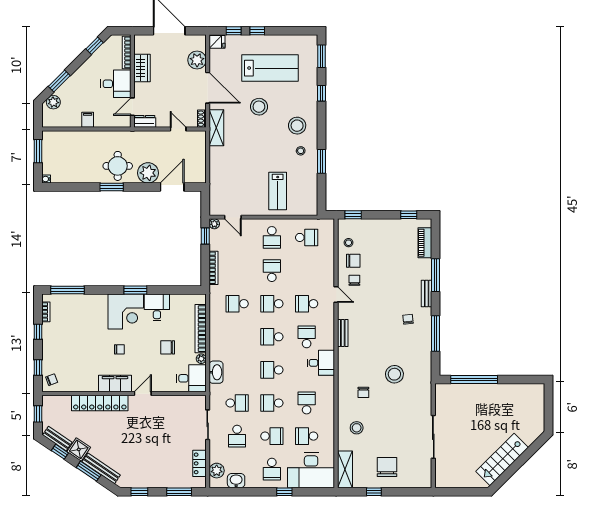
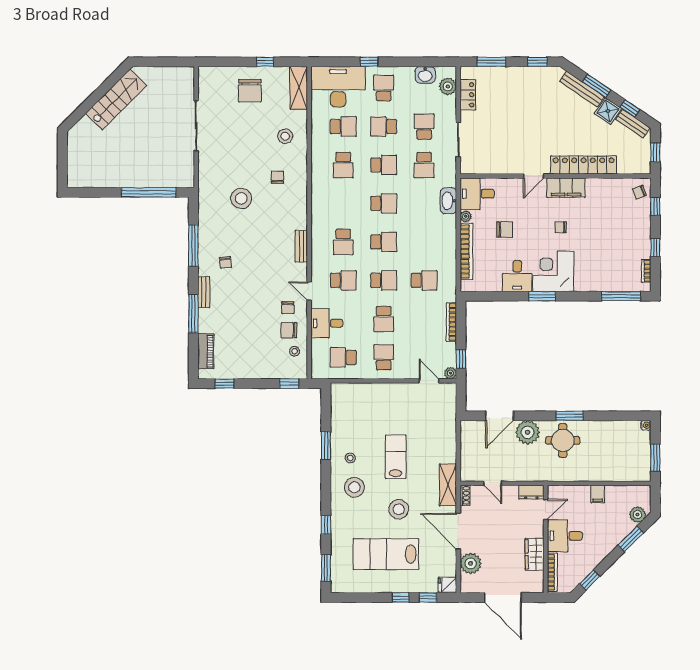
lab bench: (278, 191) -> (396, 457), moved
desk: (321, 363) -> (327, 323), moved
school desk: (237, 403) -> (424, 165), turned -90

